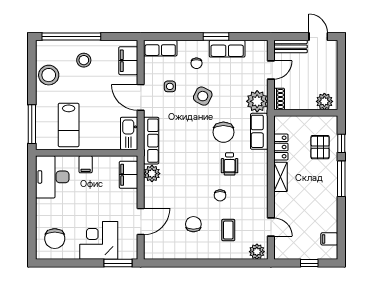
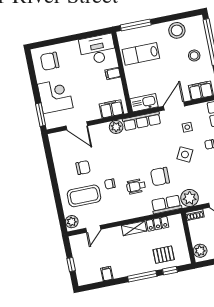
coffee table: (228, 230) -> (84, 196), width x1.86, depth x1.72
filing cabinet: (329, 239) -> (107, 274), moved

